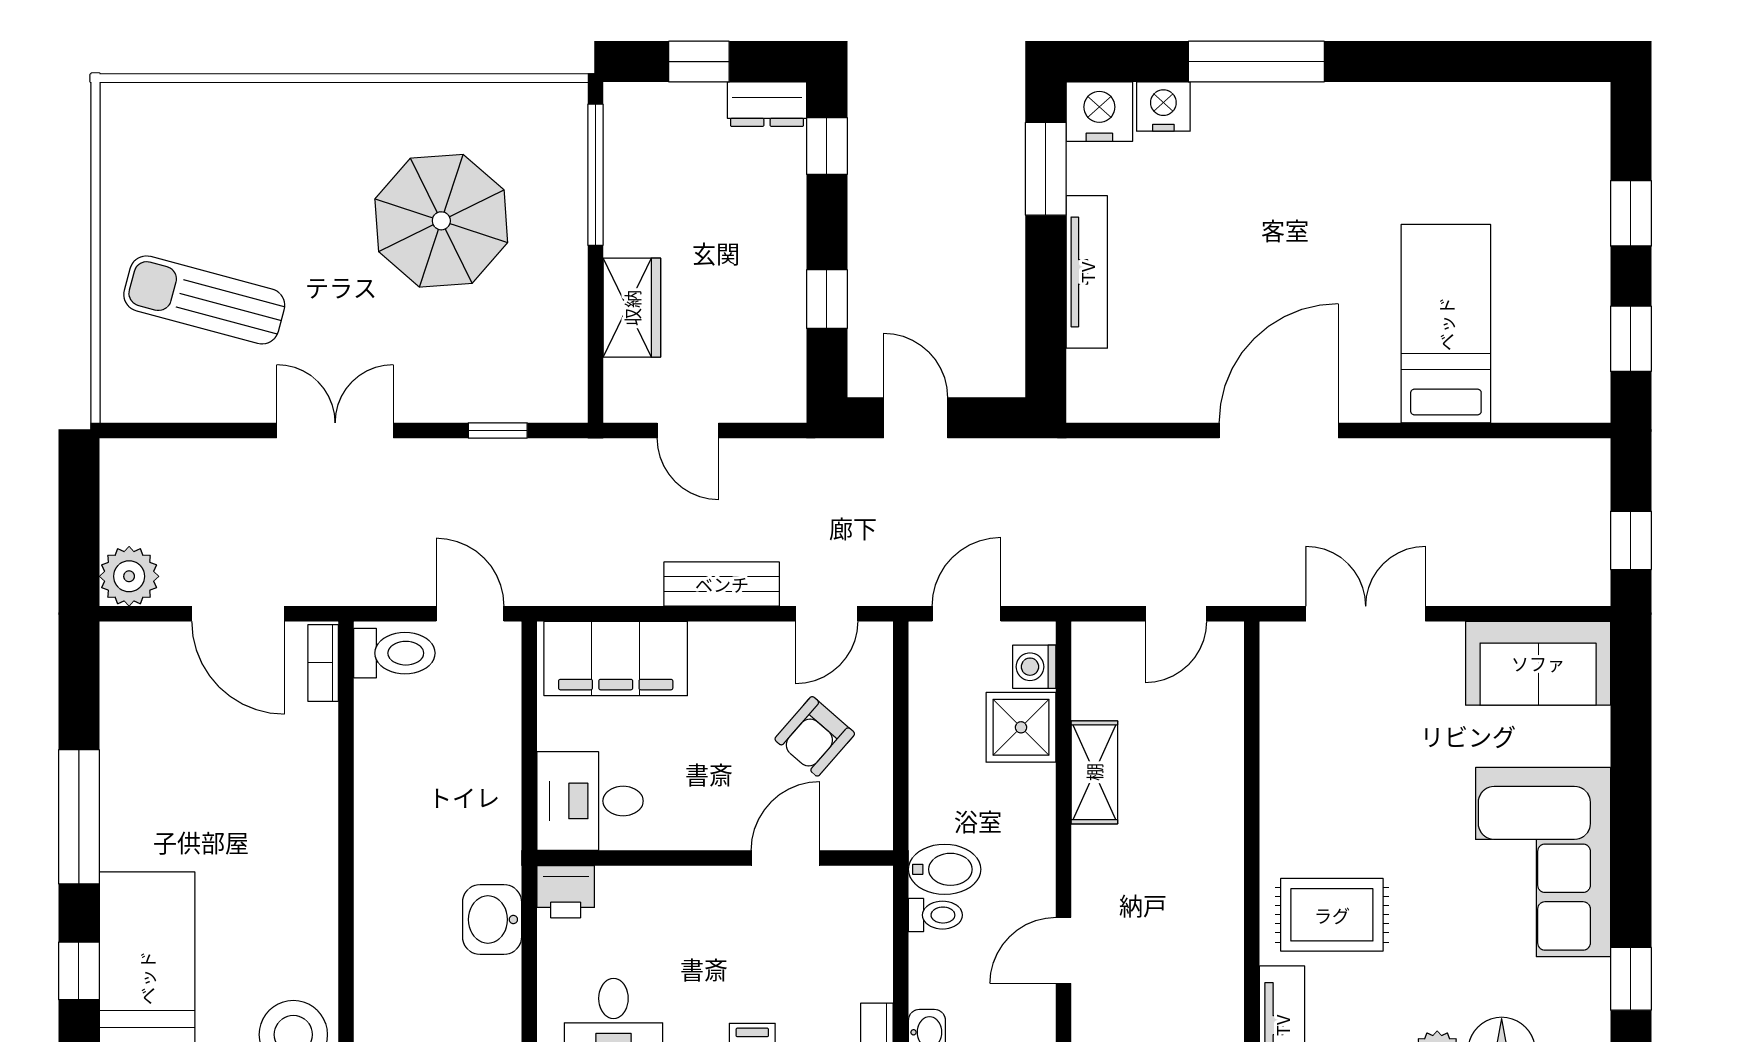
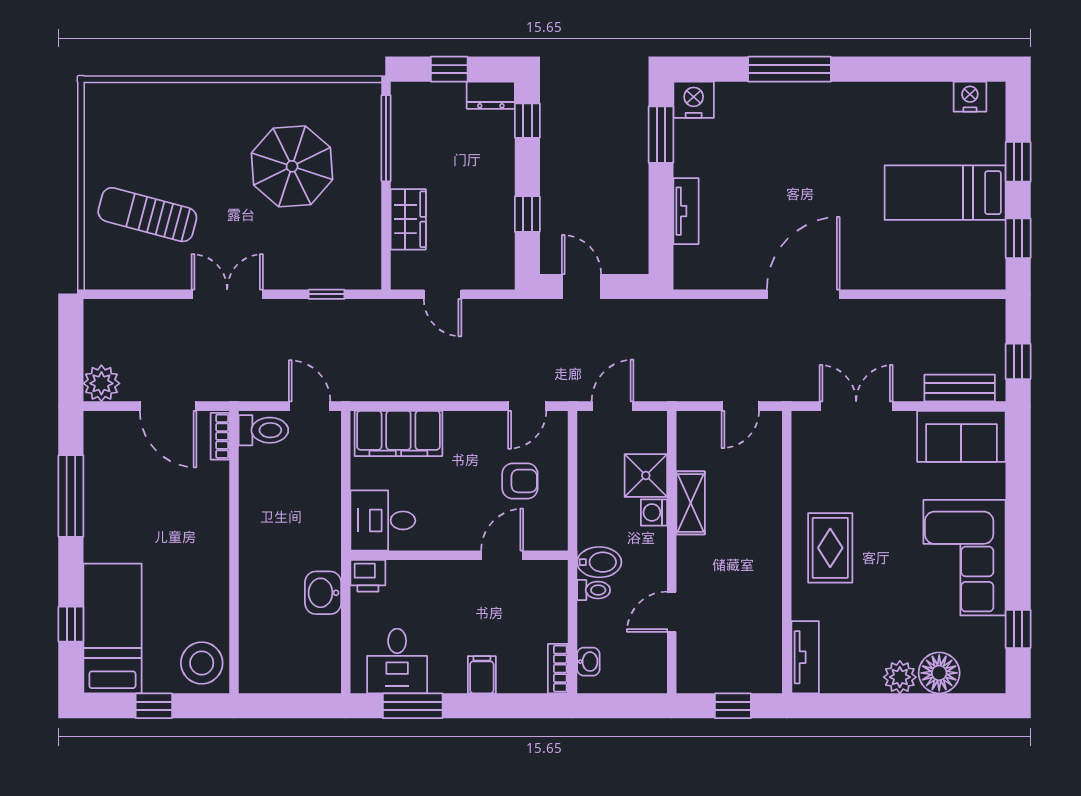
nightstand: (1163, 107) -> (970, 97), moved
tv unit: (1087, 272) -> (686, 211), width x0.71
bed: (1446, 324) -> (945, 193), moved, turned -90
bench: (722, 584) -> (960, 388), moved
washing machine: (1034, 667) -> (654, 512), moved
armchair: (815, 736) -> (520, 481), turned -131
window: (79, 817) -> (71, 496), moved
rug: (1332, 915) -> (830, 548), moved, turned 90

